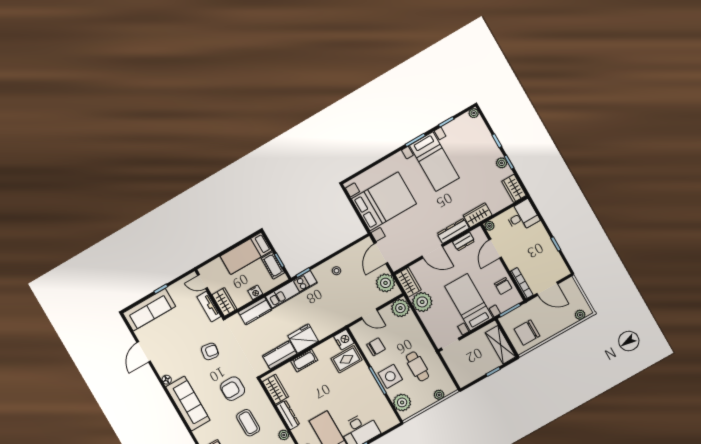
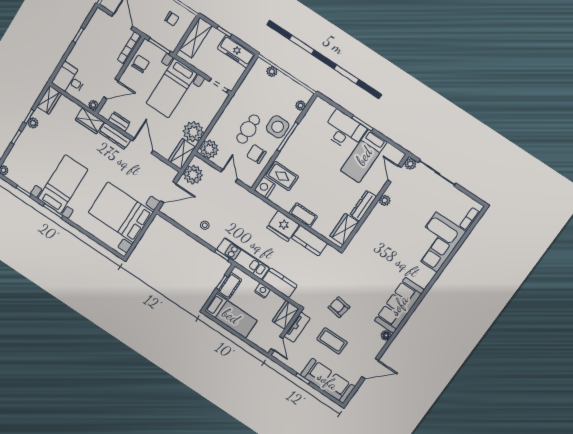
chair: (527, 333) -> (172, 19), width x0.54, depth x0.54
cafe table: (418, 366) -> (248, 129), moved
freezer: (471, 373) -> (236, 51), added
armchair: (233, 389) -> (364, 270), removed
plant: (402, 402) -> (301, 106), width x0.53, depth x0.53
coffee table: (248, 423) -> (332, 341), moved, turned 90

